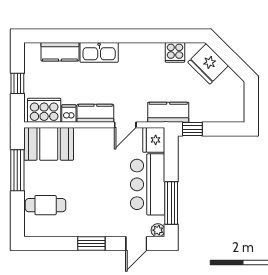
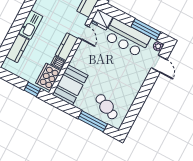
window: (17, 83) -> (32, 89), moved
window: (17, 170) -> (93, 121), moved
cafe table: (46, 205) -> (107, 107), turned -65
window: (91, 243) -> (145, 91), removed

